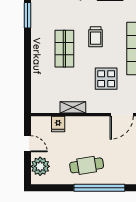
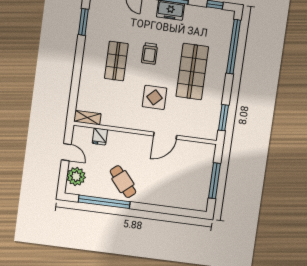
shelving: (73, 107) -> (87, 118), moved
cafe table: (87, 165) -> (123, 182), turned 59
window: (99, 188) -> (104, 202), moved

